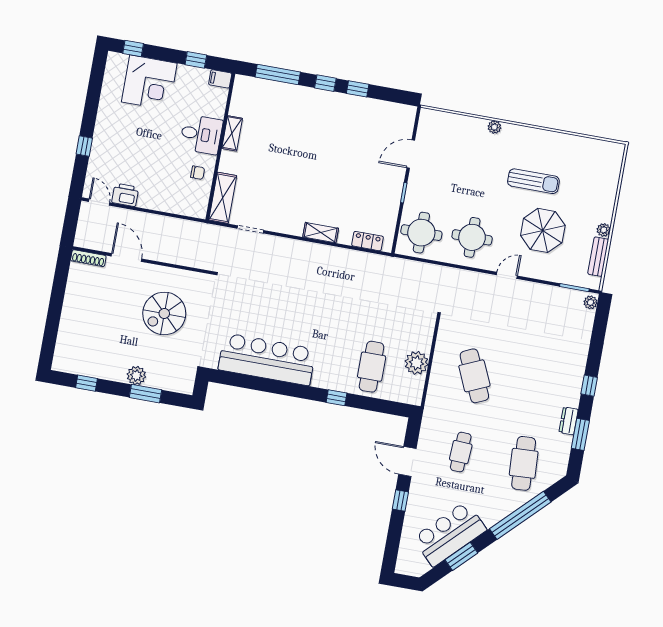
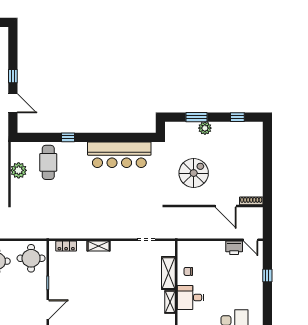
shelving: (223, 198) -> (168, 273), moved

